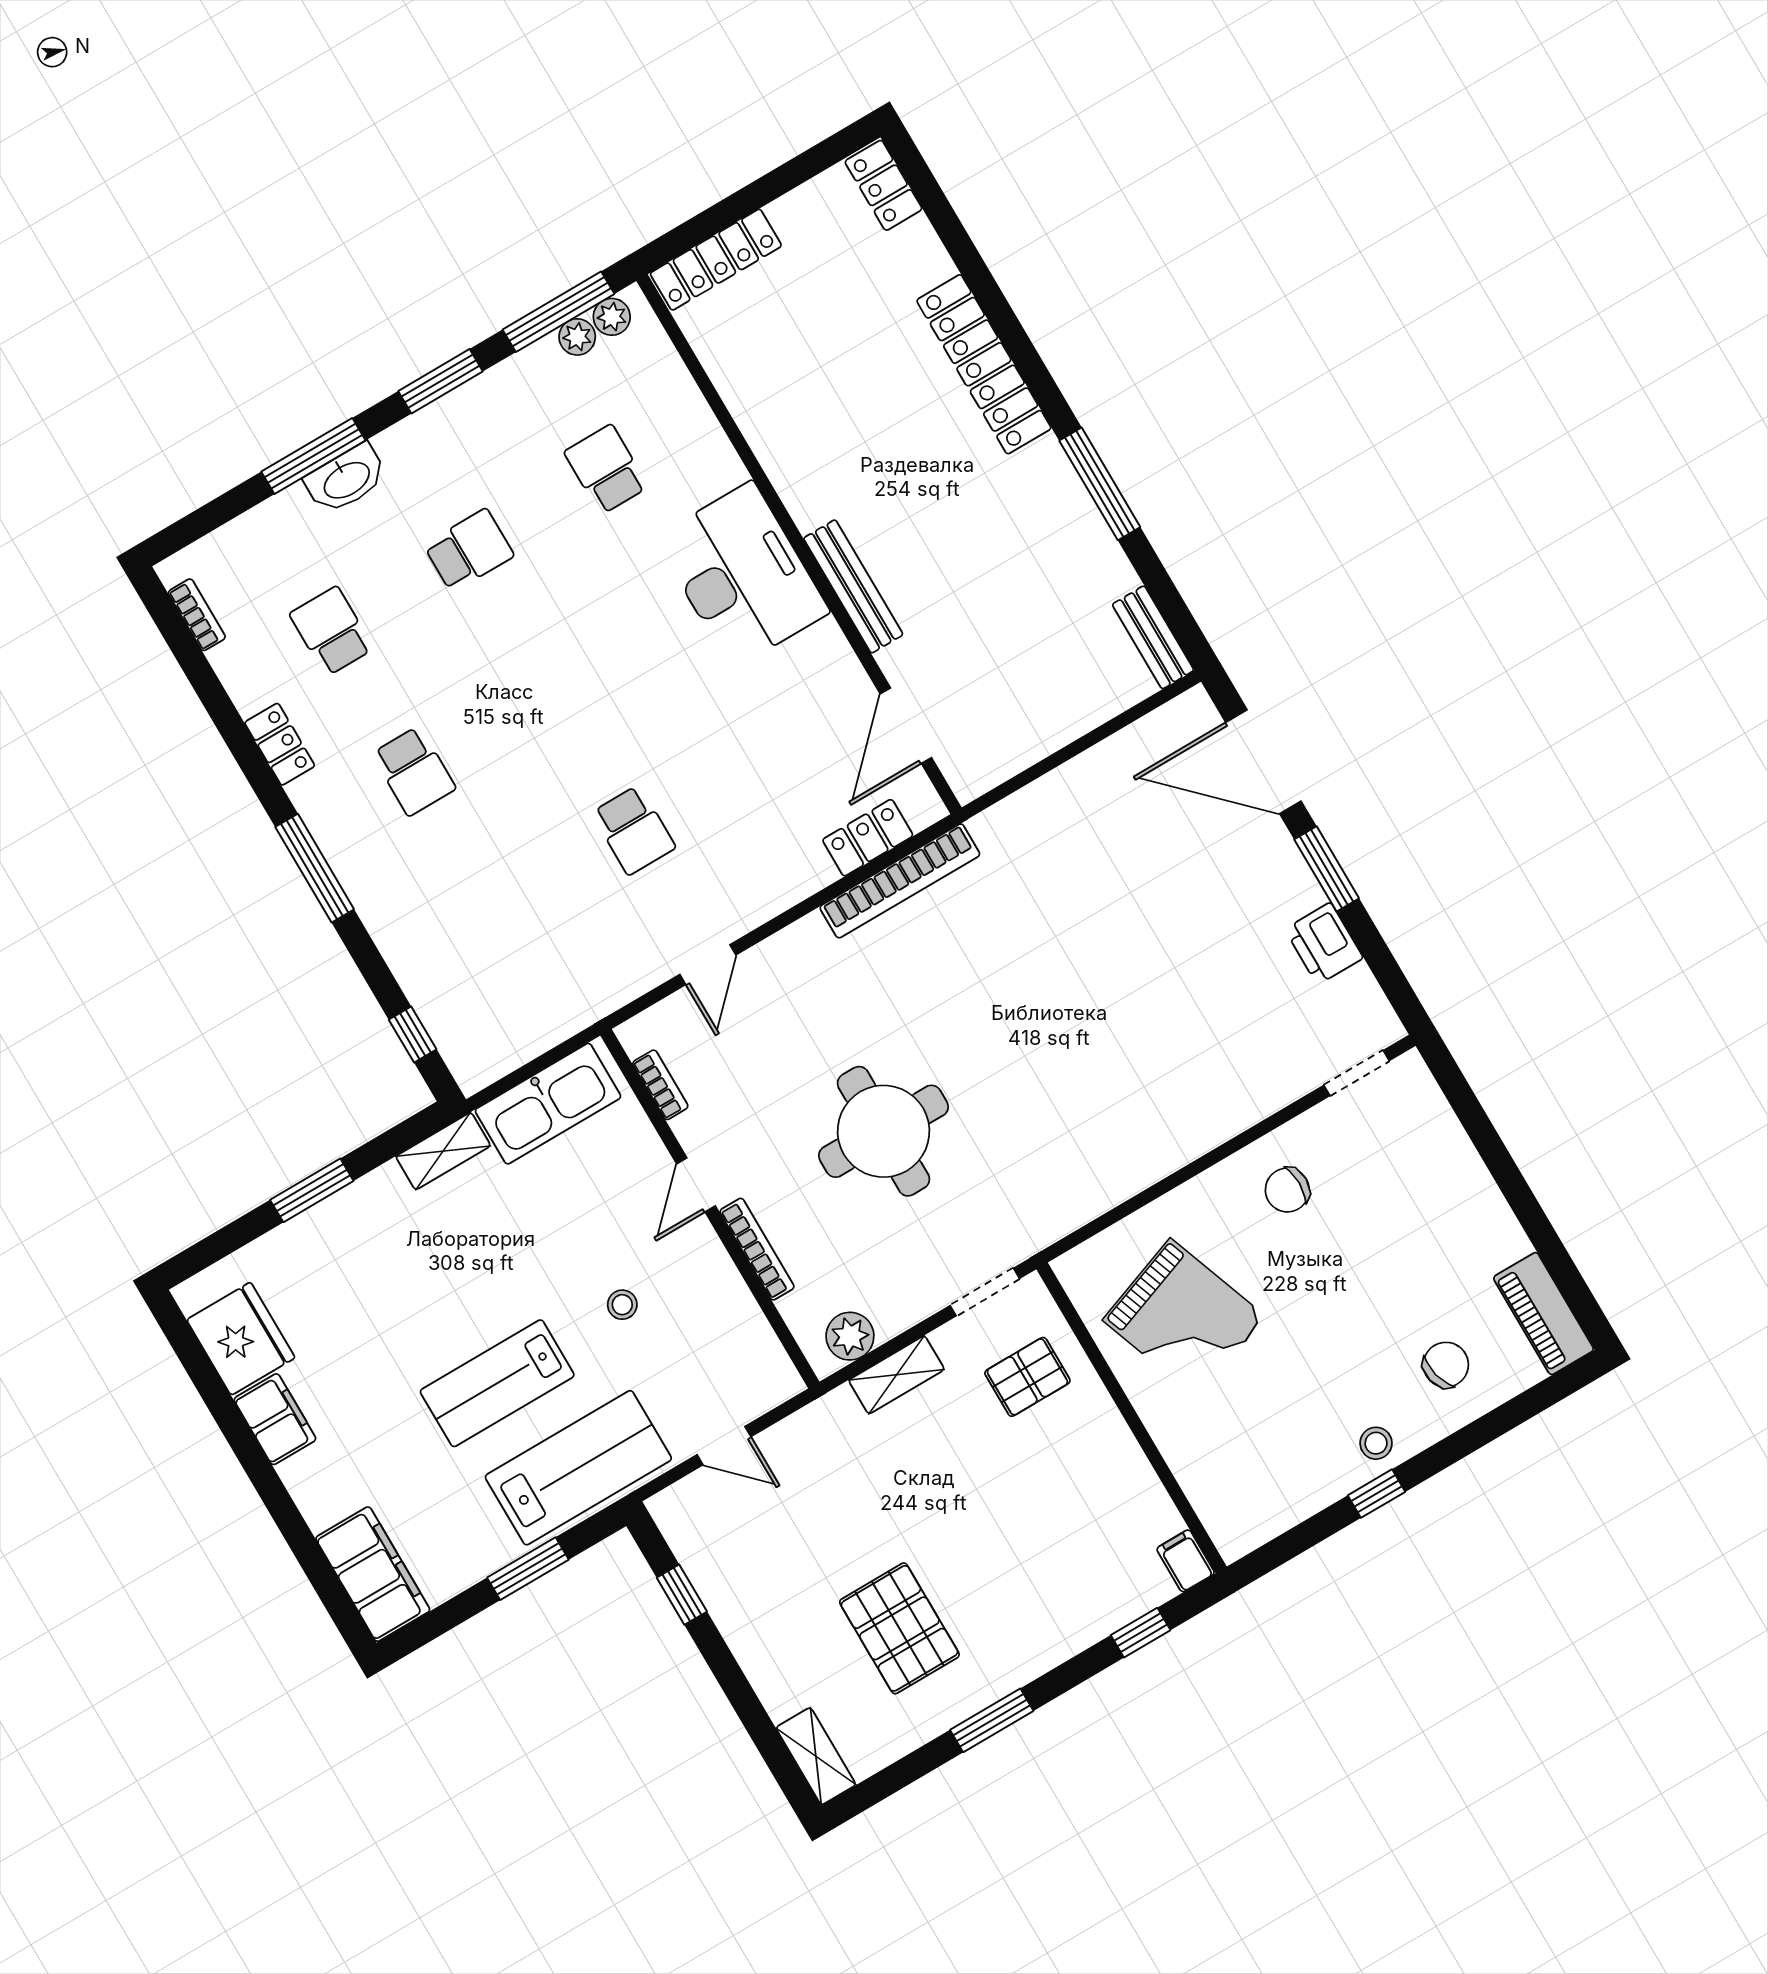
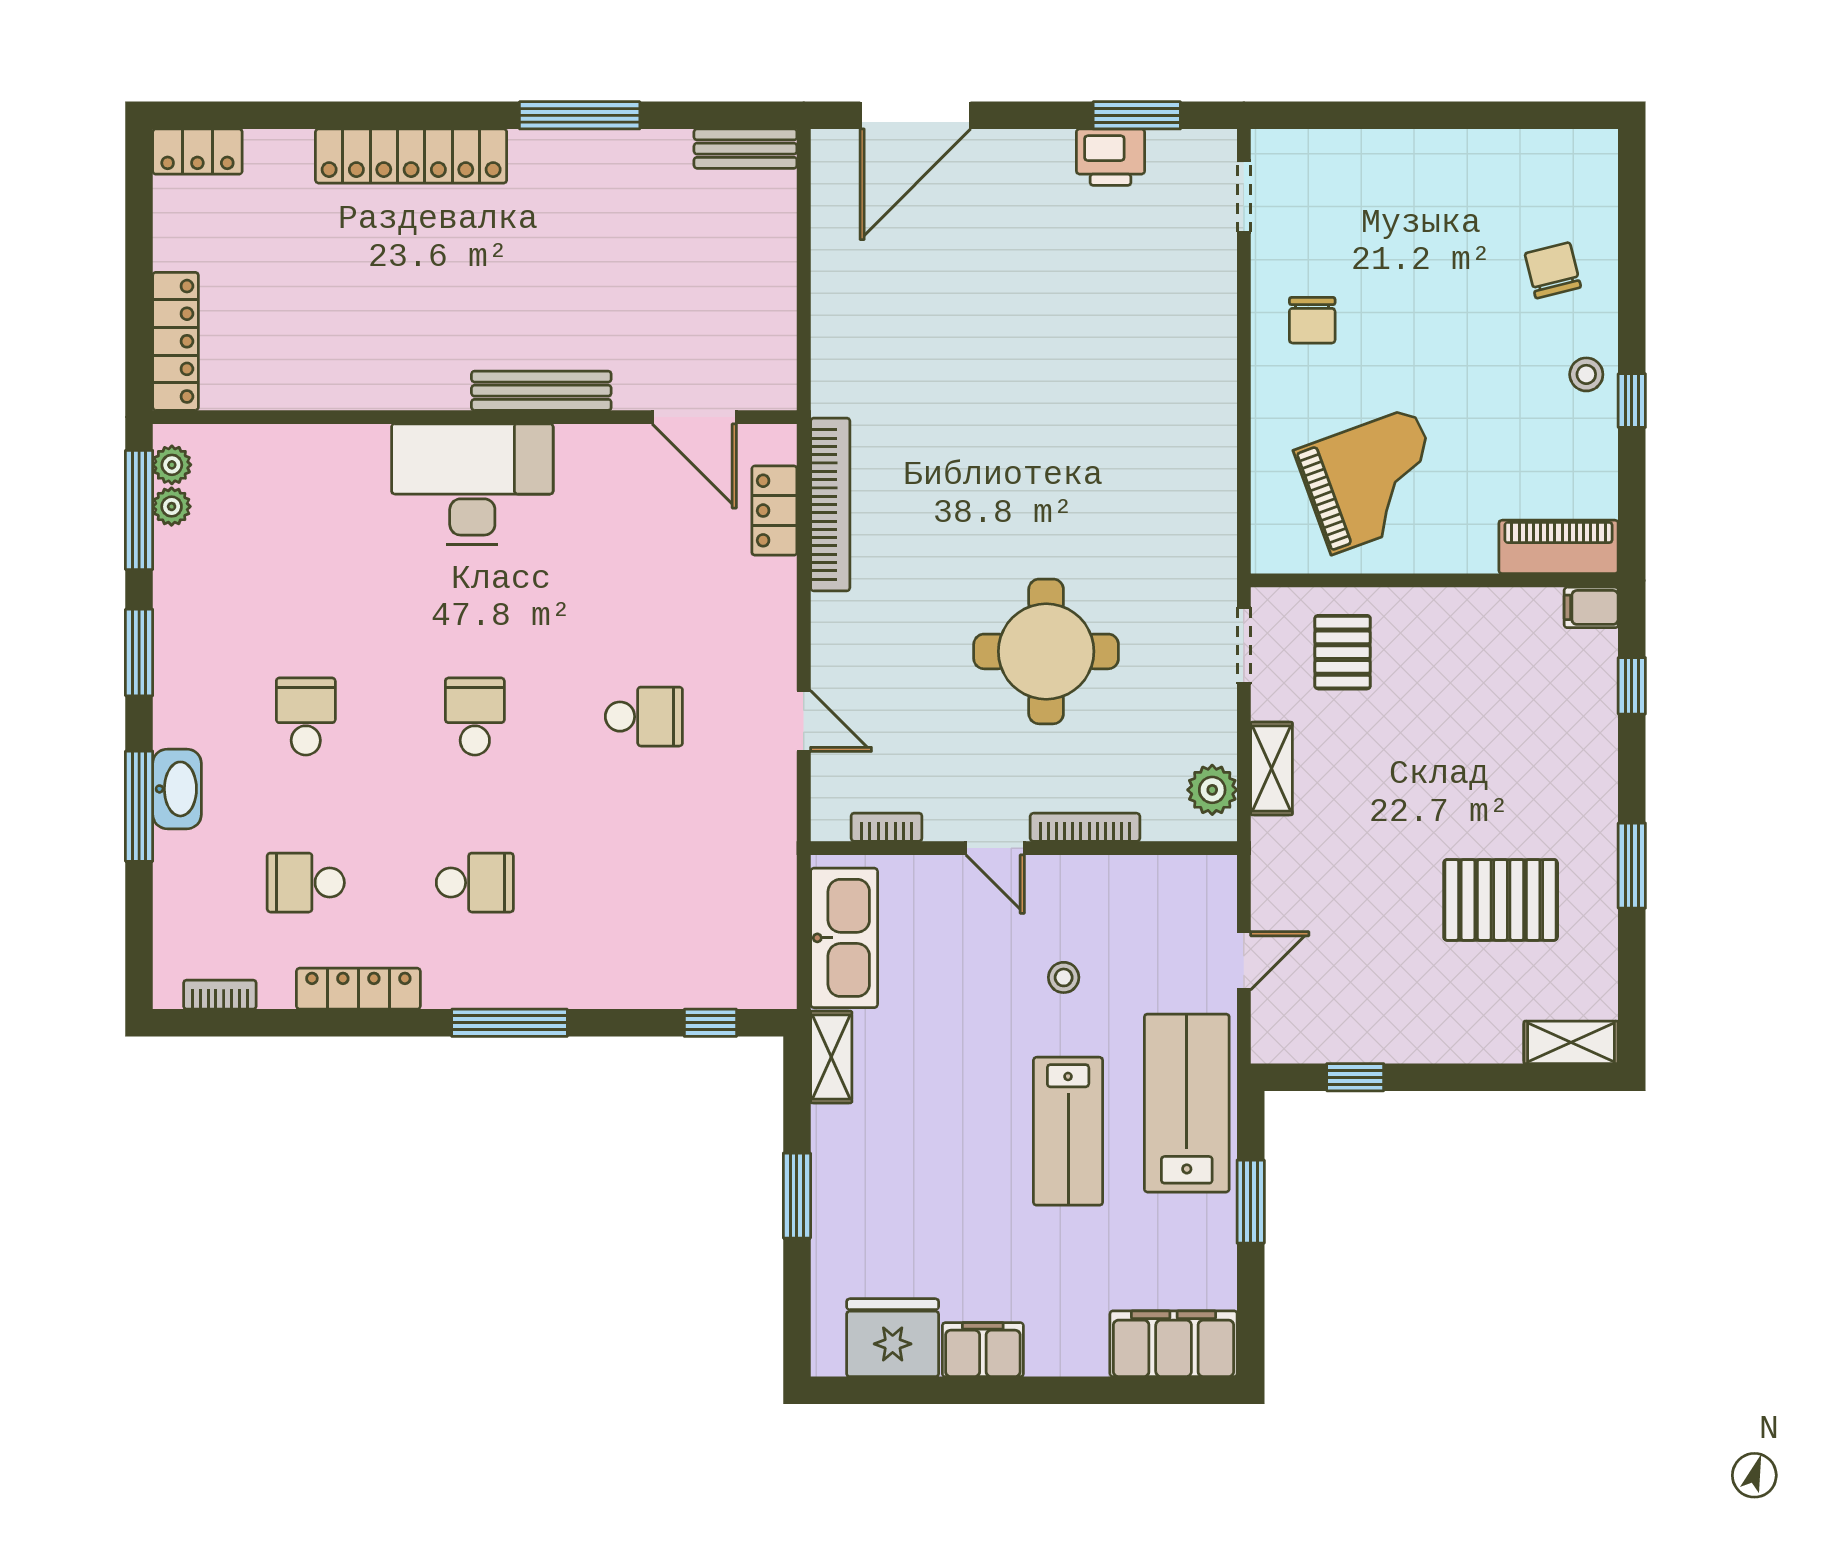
school desk: (606, 469) -> (475, 717), moved, turned 90
locker: (280, 744) -> (358, 989), width x1.53
window: (1327, 869) -> (1137, 115), moved
piano: (1544, 1314) -> (1559, 547), moved, turned 180

